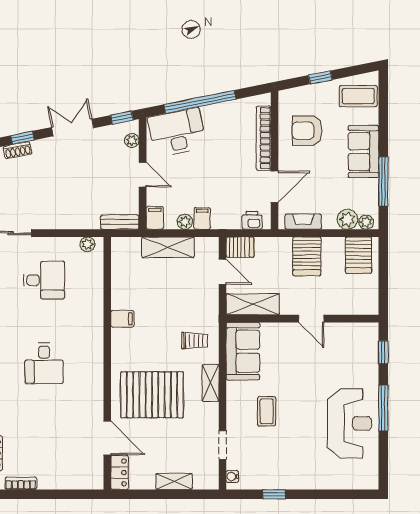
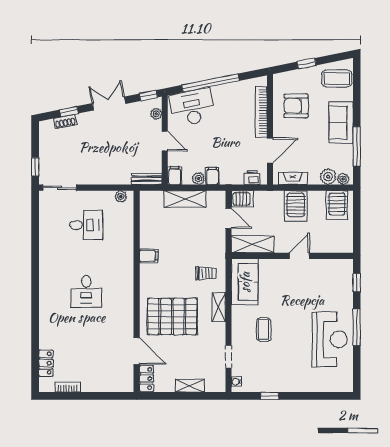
door: (311, 319) -> (299, 256), swing flipped

